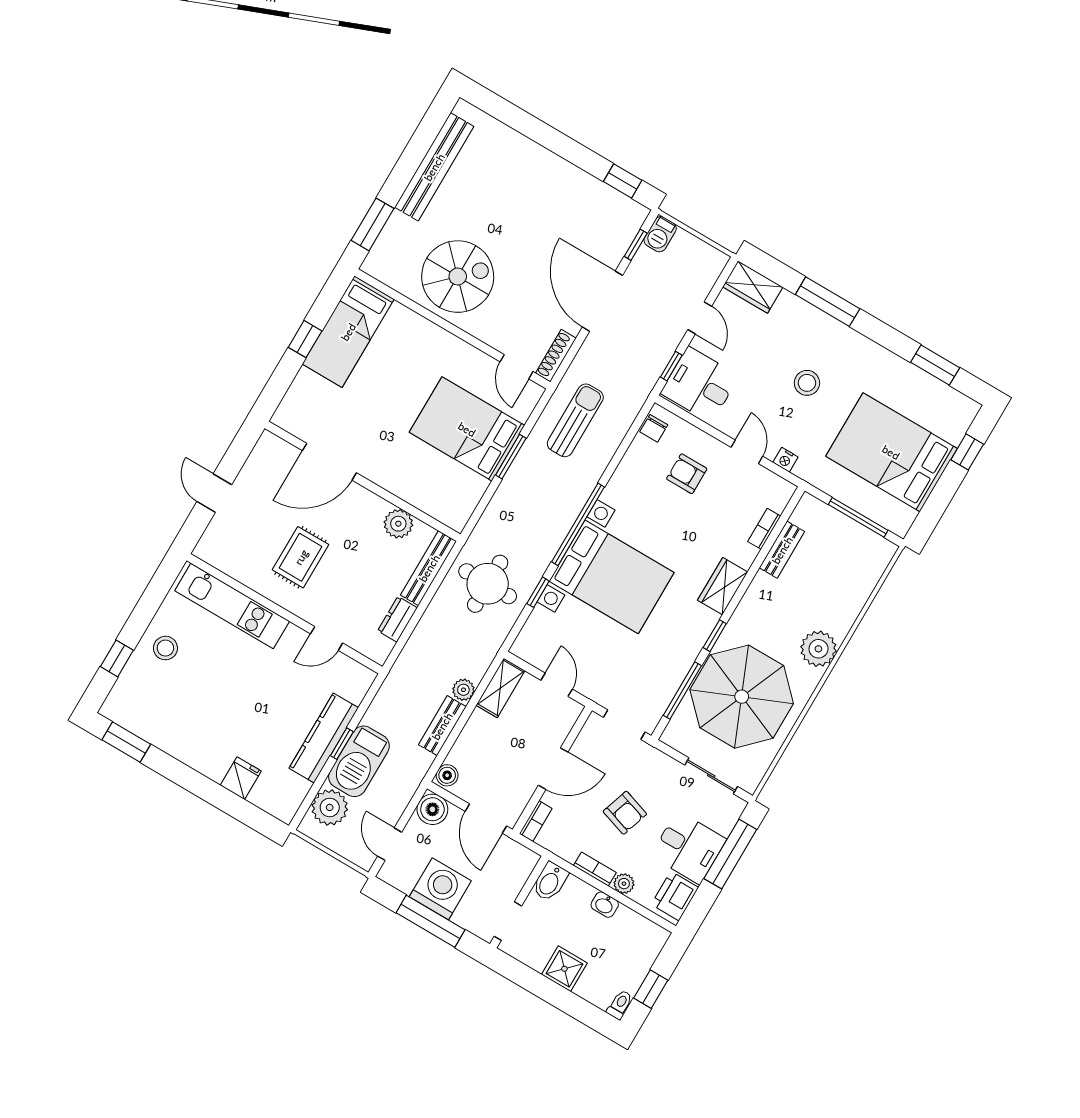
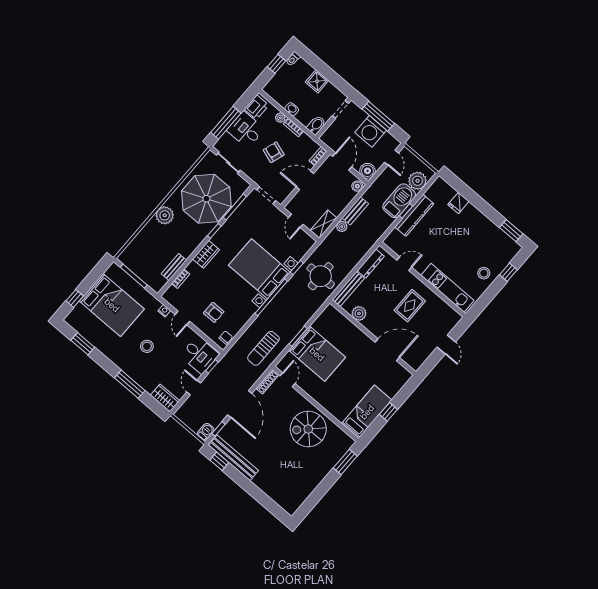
bench: (434, 167) -> (234, 458), moved, turned 90
dresser: (397, 619) -> (371, 263), width x1.44

